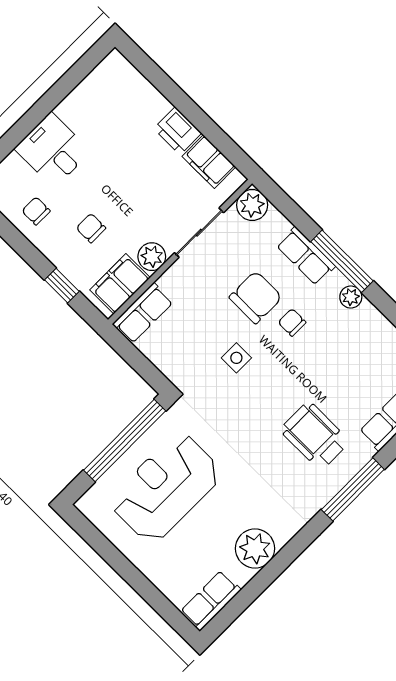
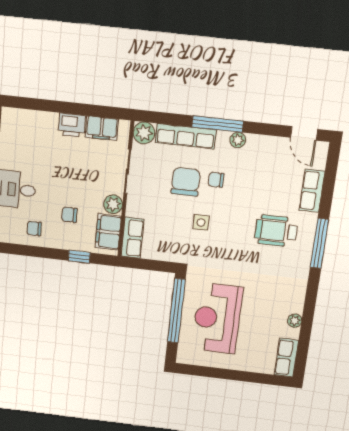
row of seats: (306, 256) -> (186, 136), width x1.48
plant: (255, 548) -> (295, 321), width x0.53, depth x0.53

